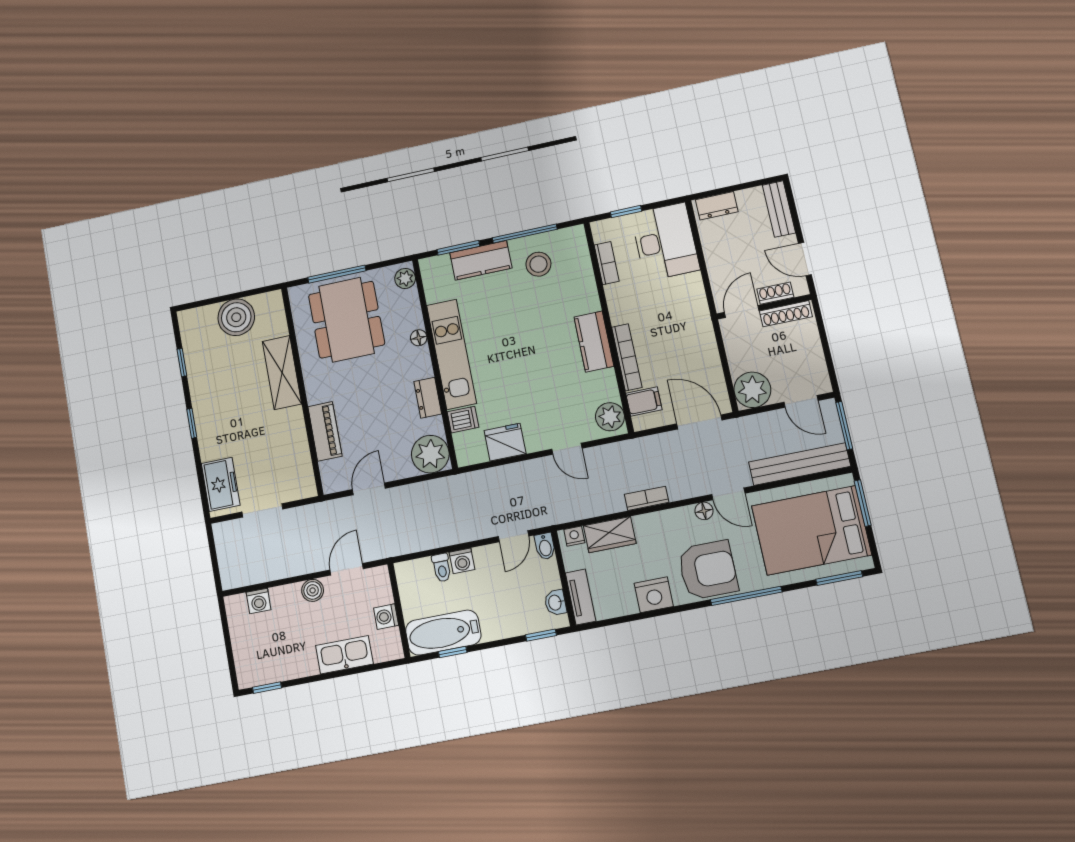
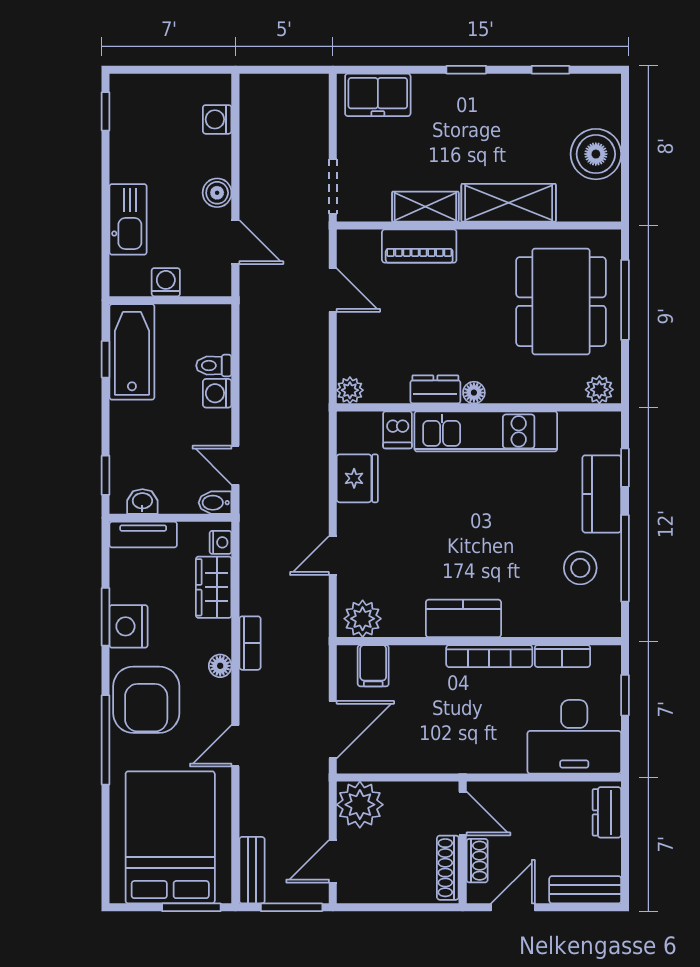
window: (458, 248) -> (625, 468), width x0.67
dining table: (346, 320) -> (561, 302), turned 90
floor lamp: (419, 338) -> (474, 393), moved
bookcase: (627, 357) -> (489, 656), moved
shelving: (295, 433) -> (425, 207), added
plant: (430, 454) -> (350, 390), width x0.53, depth x0.53
bench: (799, 464) -> (252, 870), width x0.54, depth x0.82
doorway: (262, 510) -> (333, 186), moved
floor lamp: (704, 511) -> (220, 666), moved
window: (839, 578) -> (106, 617), moved

